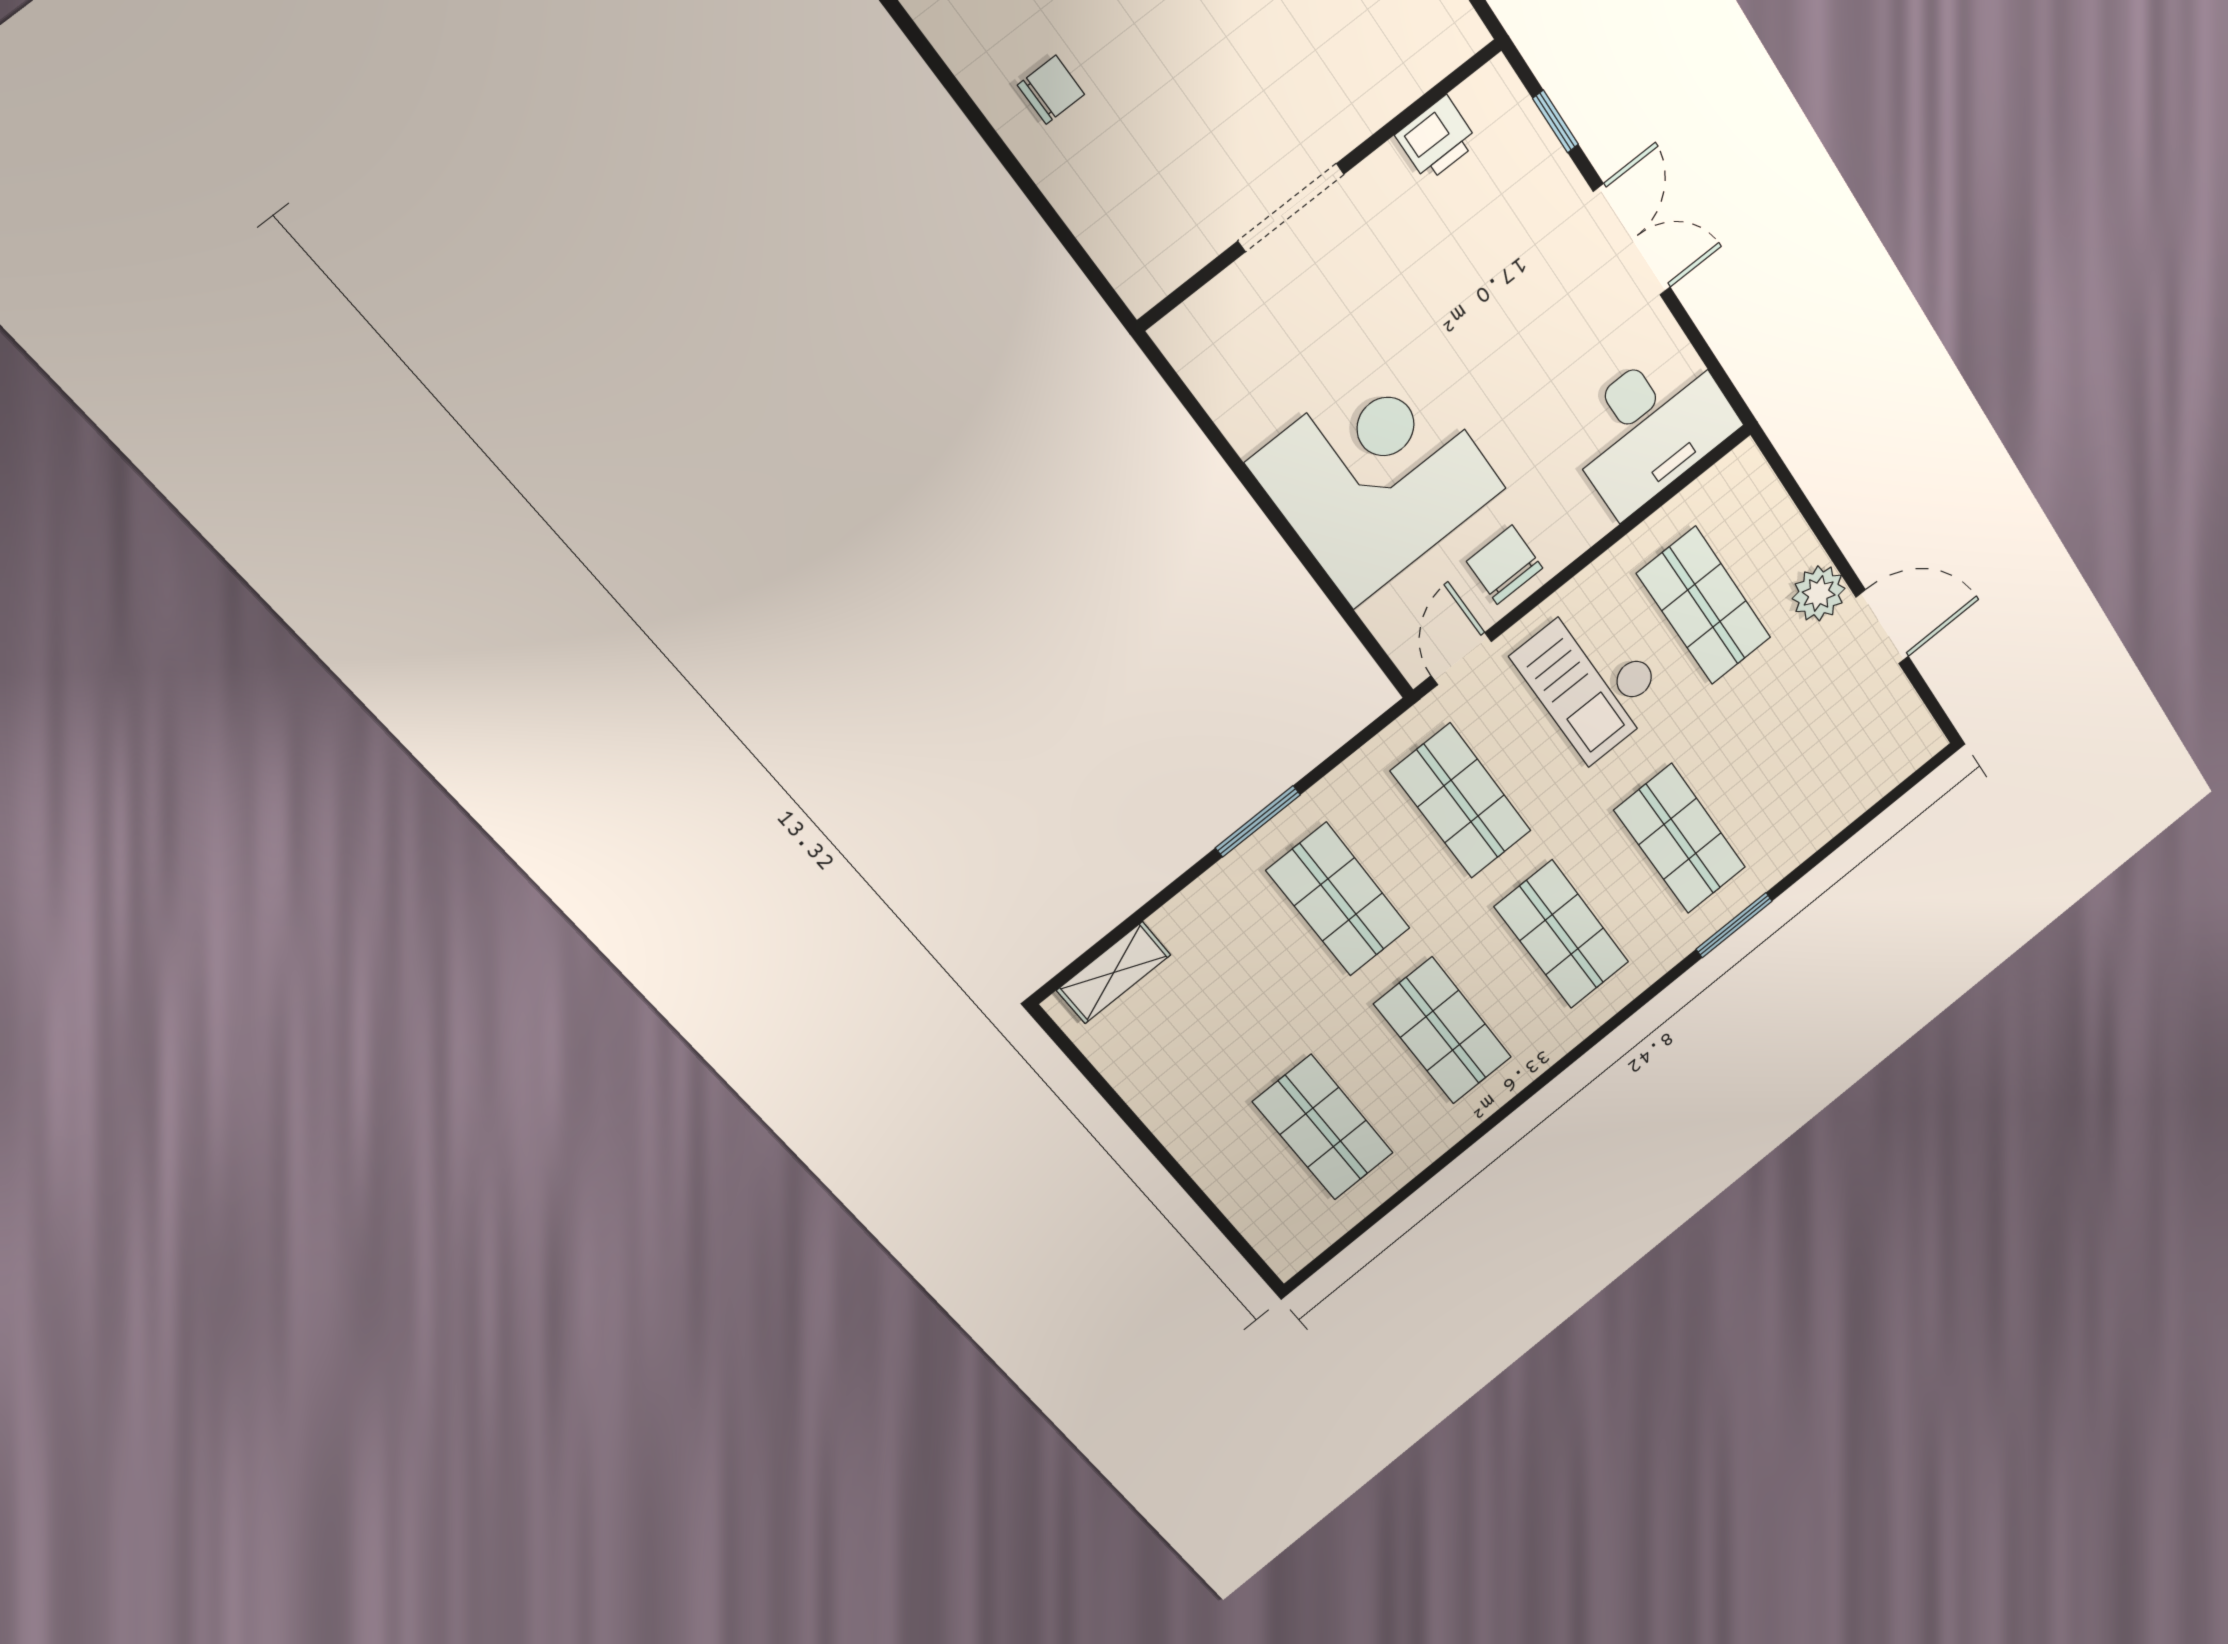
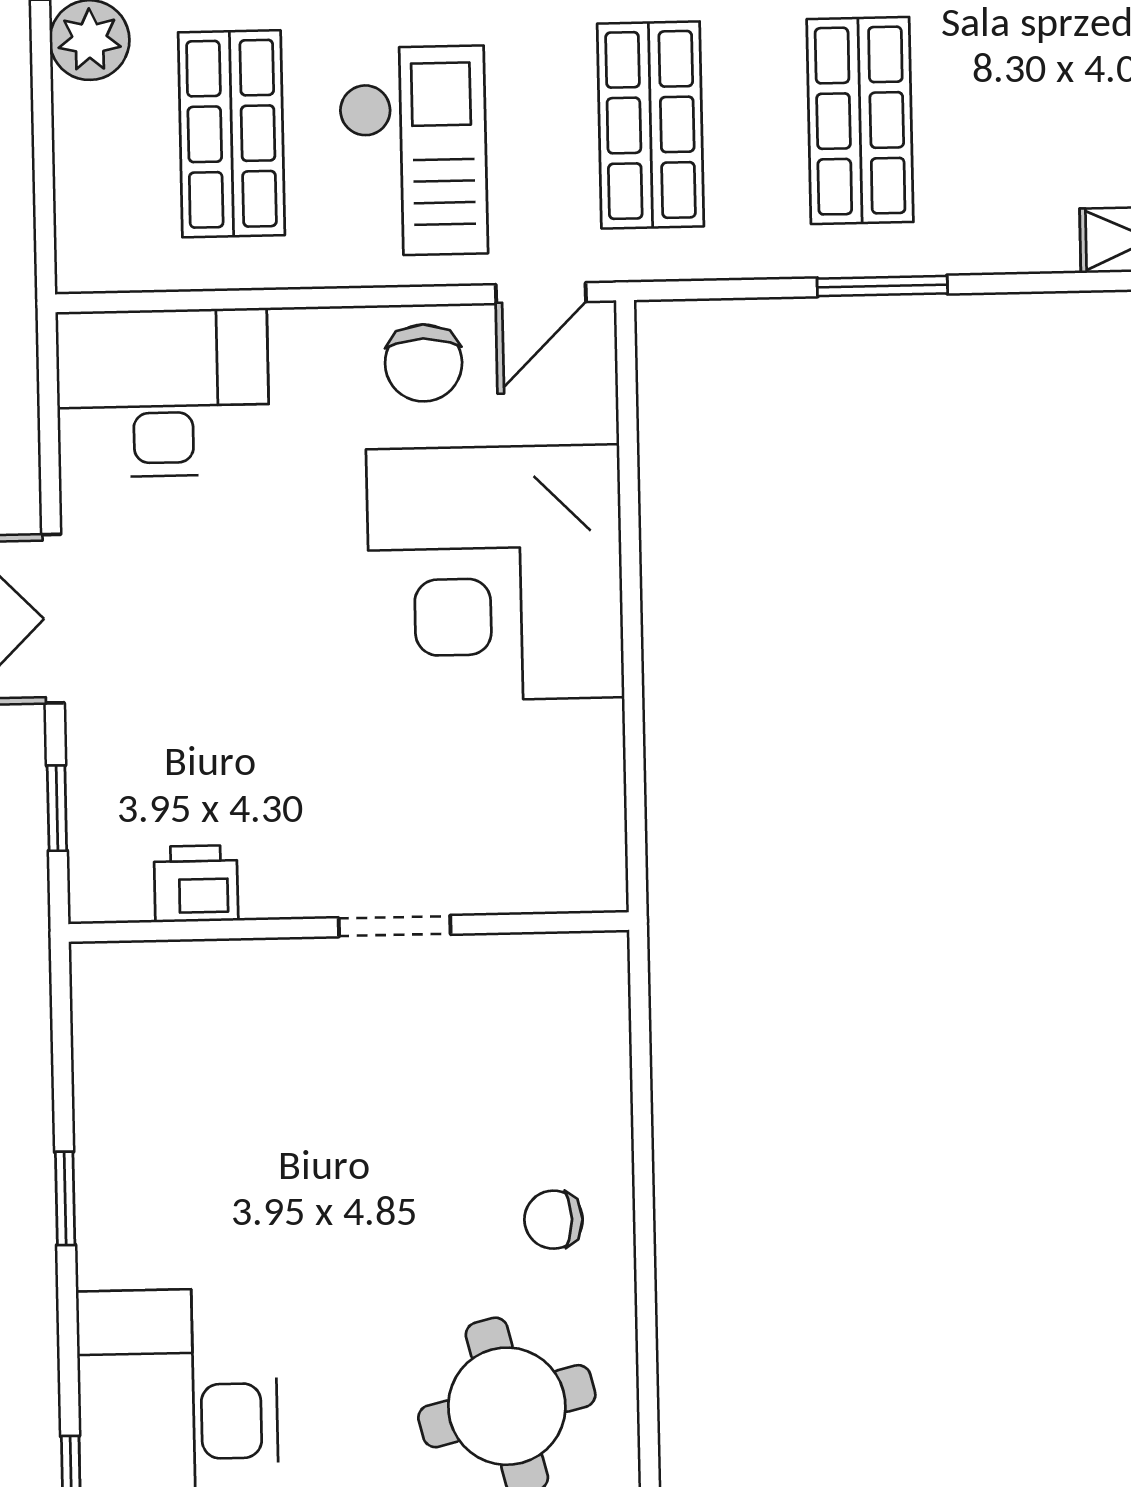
doorway: (1291, 208) -> (395, 926), width x0.73

